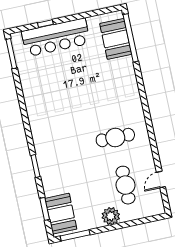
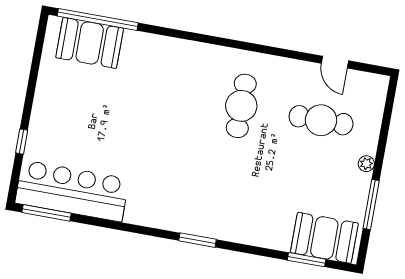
bar counter: (56, 37) -> (72, 191), moved, turned -90
window: (35, 166) -> (198, 240), moved
plant: (111, 216) -> (366, 164), width x0.53, depth x0.53
window: (75, 235) -> (371, 205), moved

